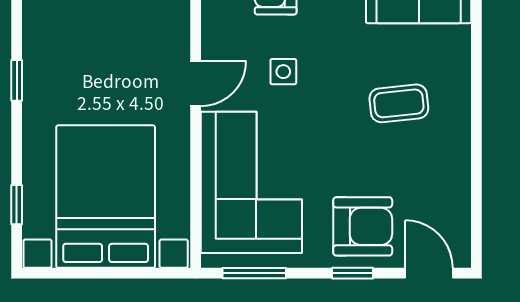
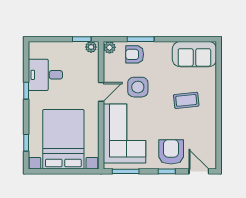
desk: (62, 42) -> (45, 75), added
side table: (283, 72) -> (138, 87), width x1.87, depth x1.87
armchair: (363, 226) -> (171, 152), turned -90

